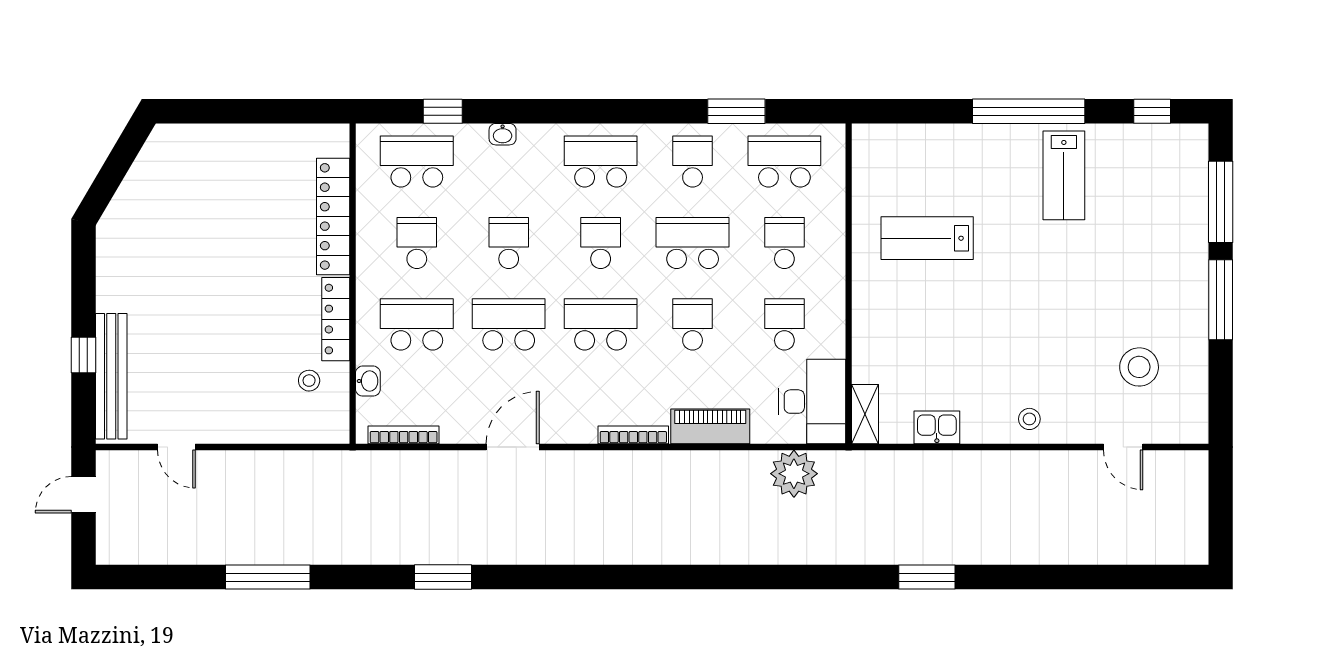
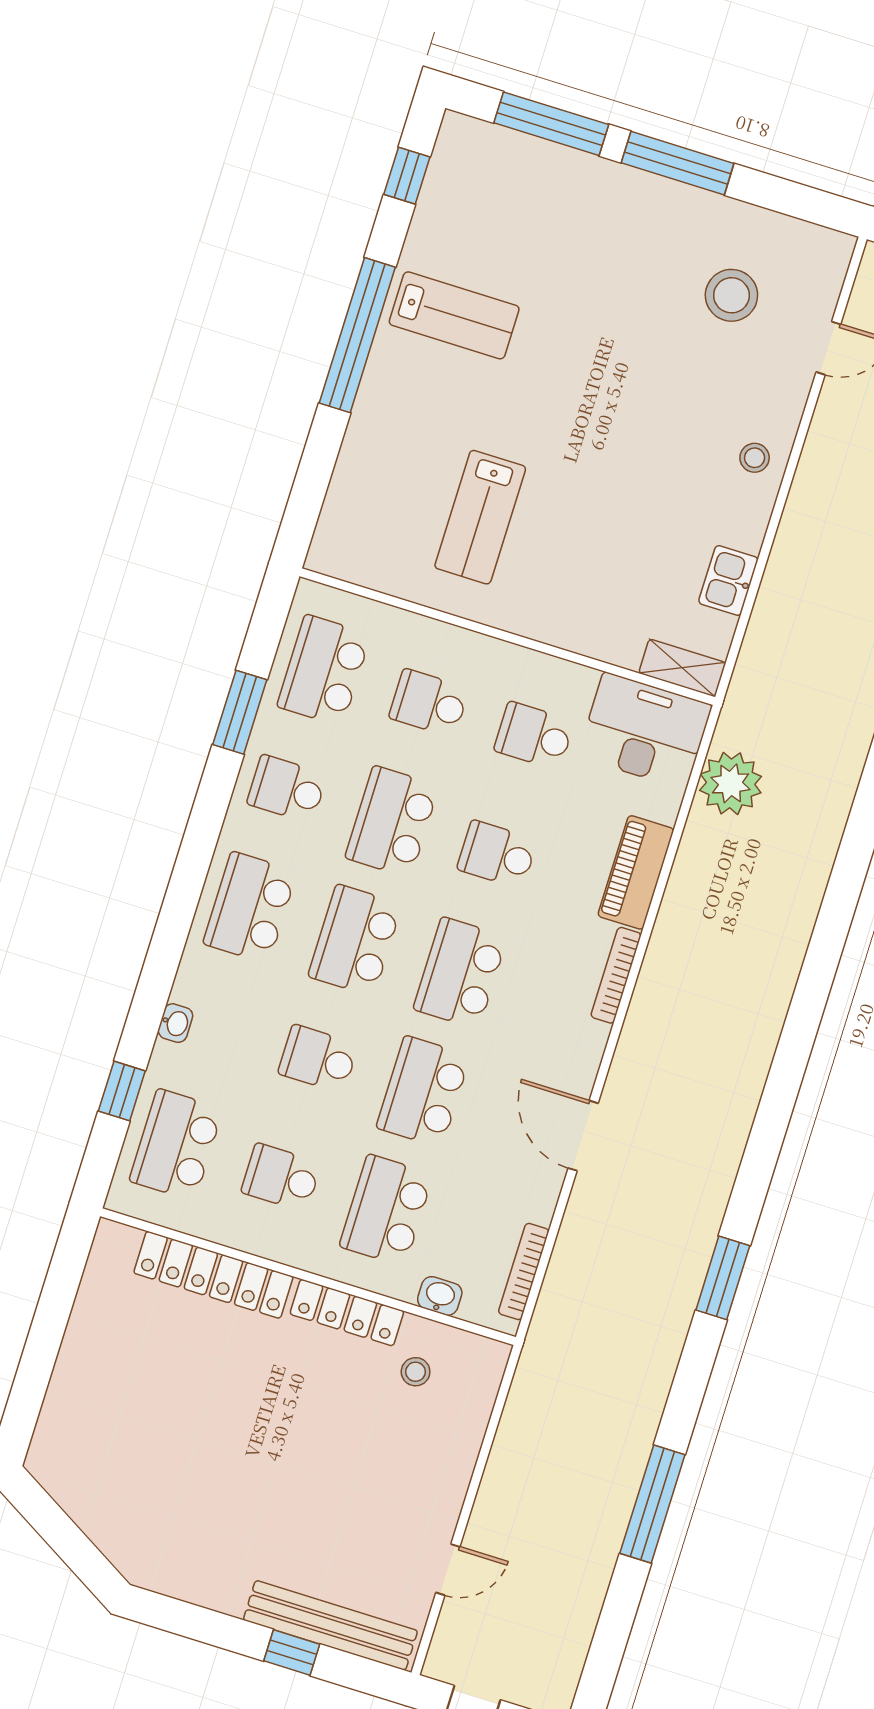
school desk: (601, 243) -> (355, 940), width x1.85

